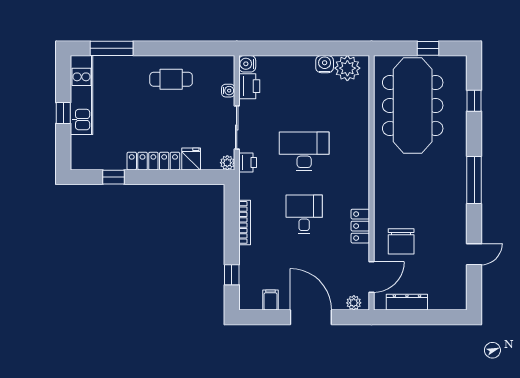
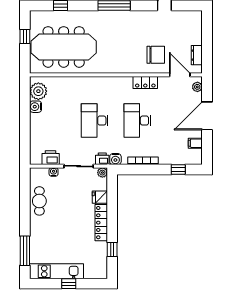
water cooler: (247, 64) -> (115, 159), moved
cafe table: (171, 79) -> (39, 201), moved
desk: (304, 214) -> (137, 121), width x1.37
dresser: (407, 302) -> (197, 55), width x0.70

